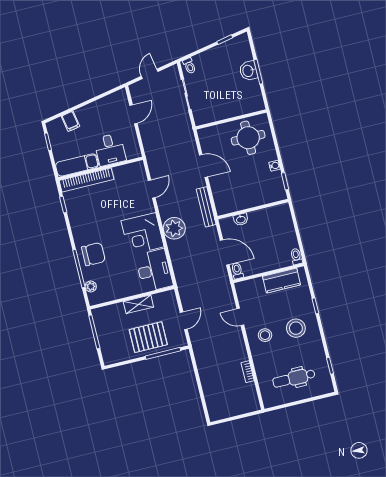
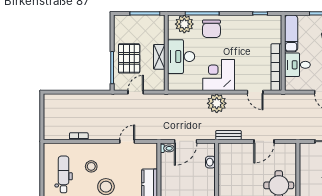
bookcase: (87, 180) -> (276, 67), moved
bench: (206, 207) -> (228, 135), width x0.73
desk: (154, 270) -> (181, 57), moved, turned 90
plant: (91, 287) -> (184, 24), width x1.87, depth x1.87
door: (184, 321) -> (136, 92), swing flipped
stool: (265, 335) -> (91, 166), moved

